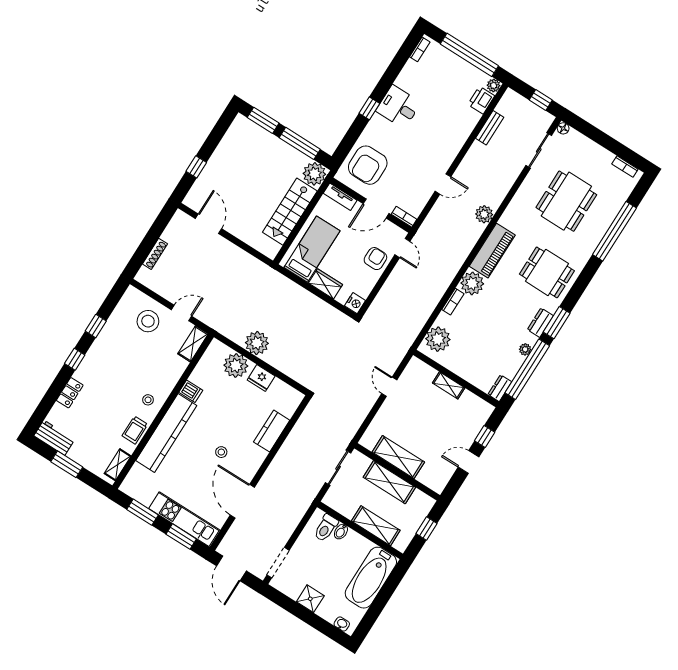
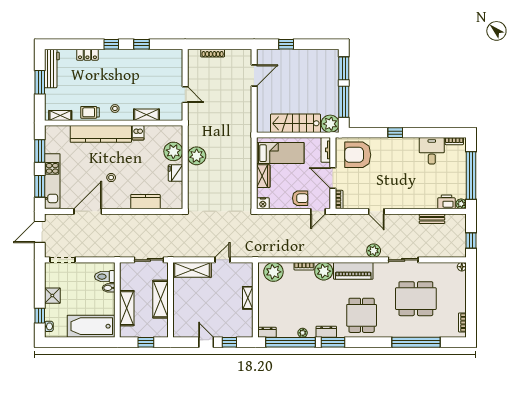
desk: (398, 107) -> (432, 151), moved
sliding door: (539, 150) -> (403, 260), moved
stool: (148, 321) -> (166, 76), removed
shelving: (193, 344) -> (146, 115), moved
workbench: (54, 438) -> (52, 68), width x1.38
shelving: (398, 457) -> (192, 270), moved, turned 90
window: (323, 627) -> (40, 316), added

